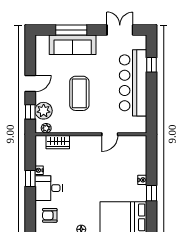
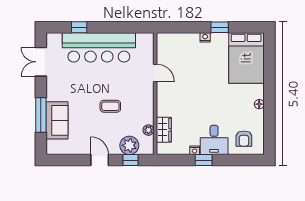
sofa: (73, 45) -> (57, 120), width x0.73
coffee table: (79, 93) -> (110, 106), width x0.54, depth x0.58
plant: (46, 128) -> (148, 130), moved

